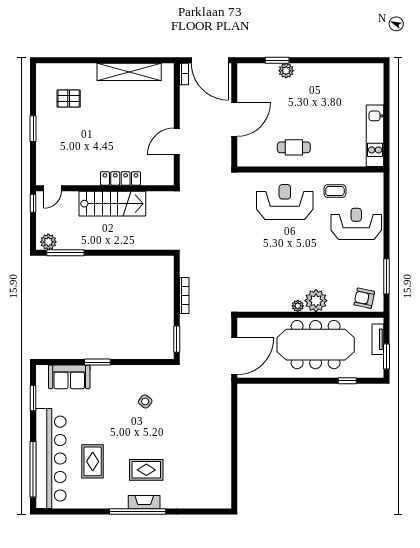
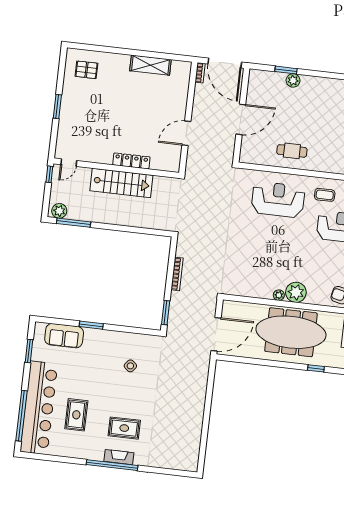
shelving: (129, 72) -> (150, 65), width x0.68
pallet: (69, 98) -> (86, 70), moved

